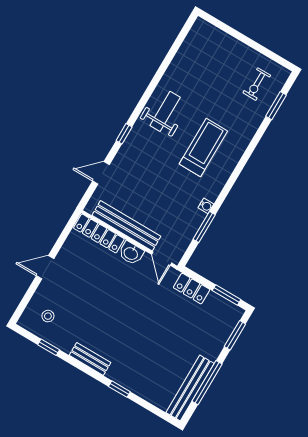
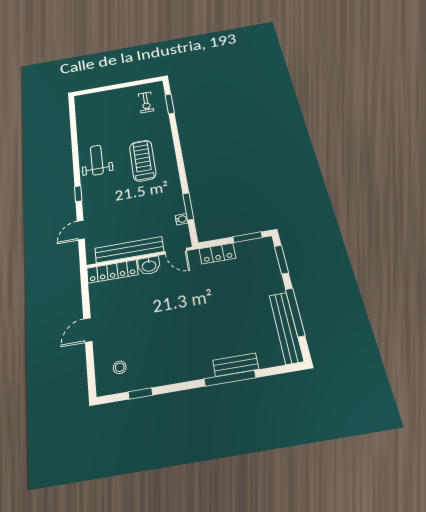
water cooler: (206, 206) -> (182, 219), moved
bench: (90, 359) -> (236, 365), moved
window: (119, 389) -> (230, 378), width x2.17

